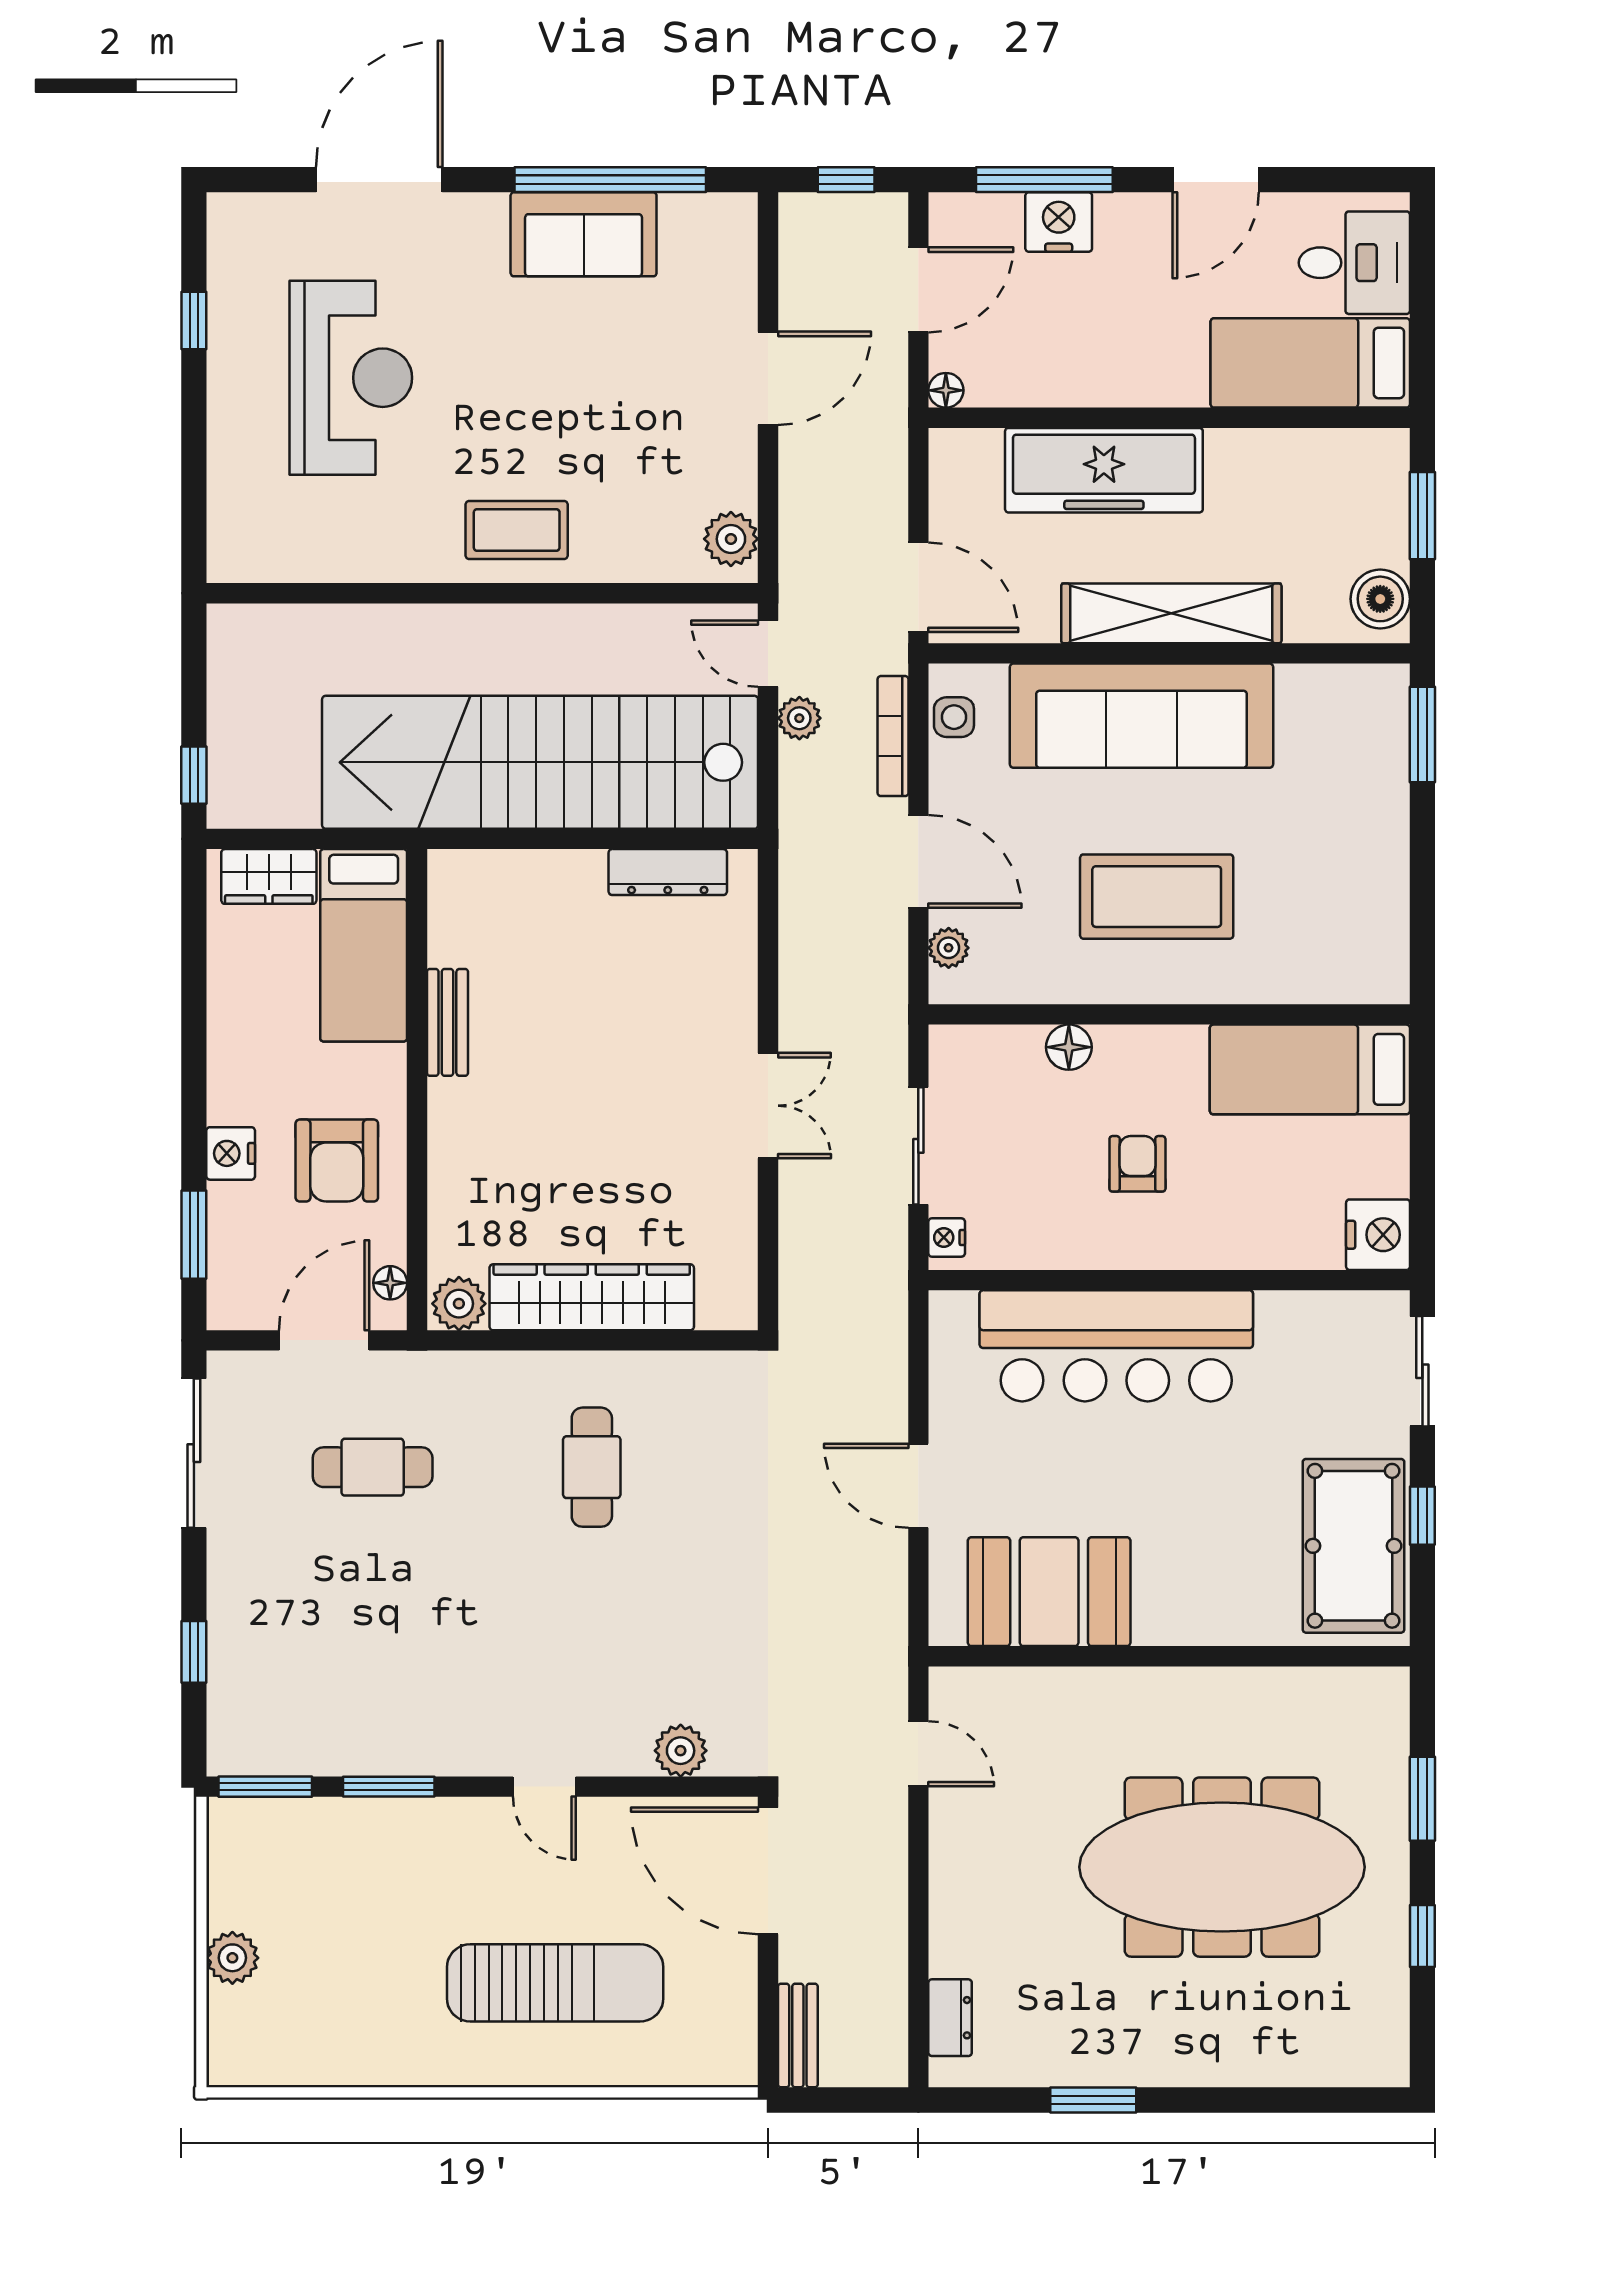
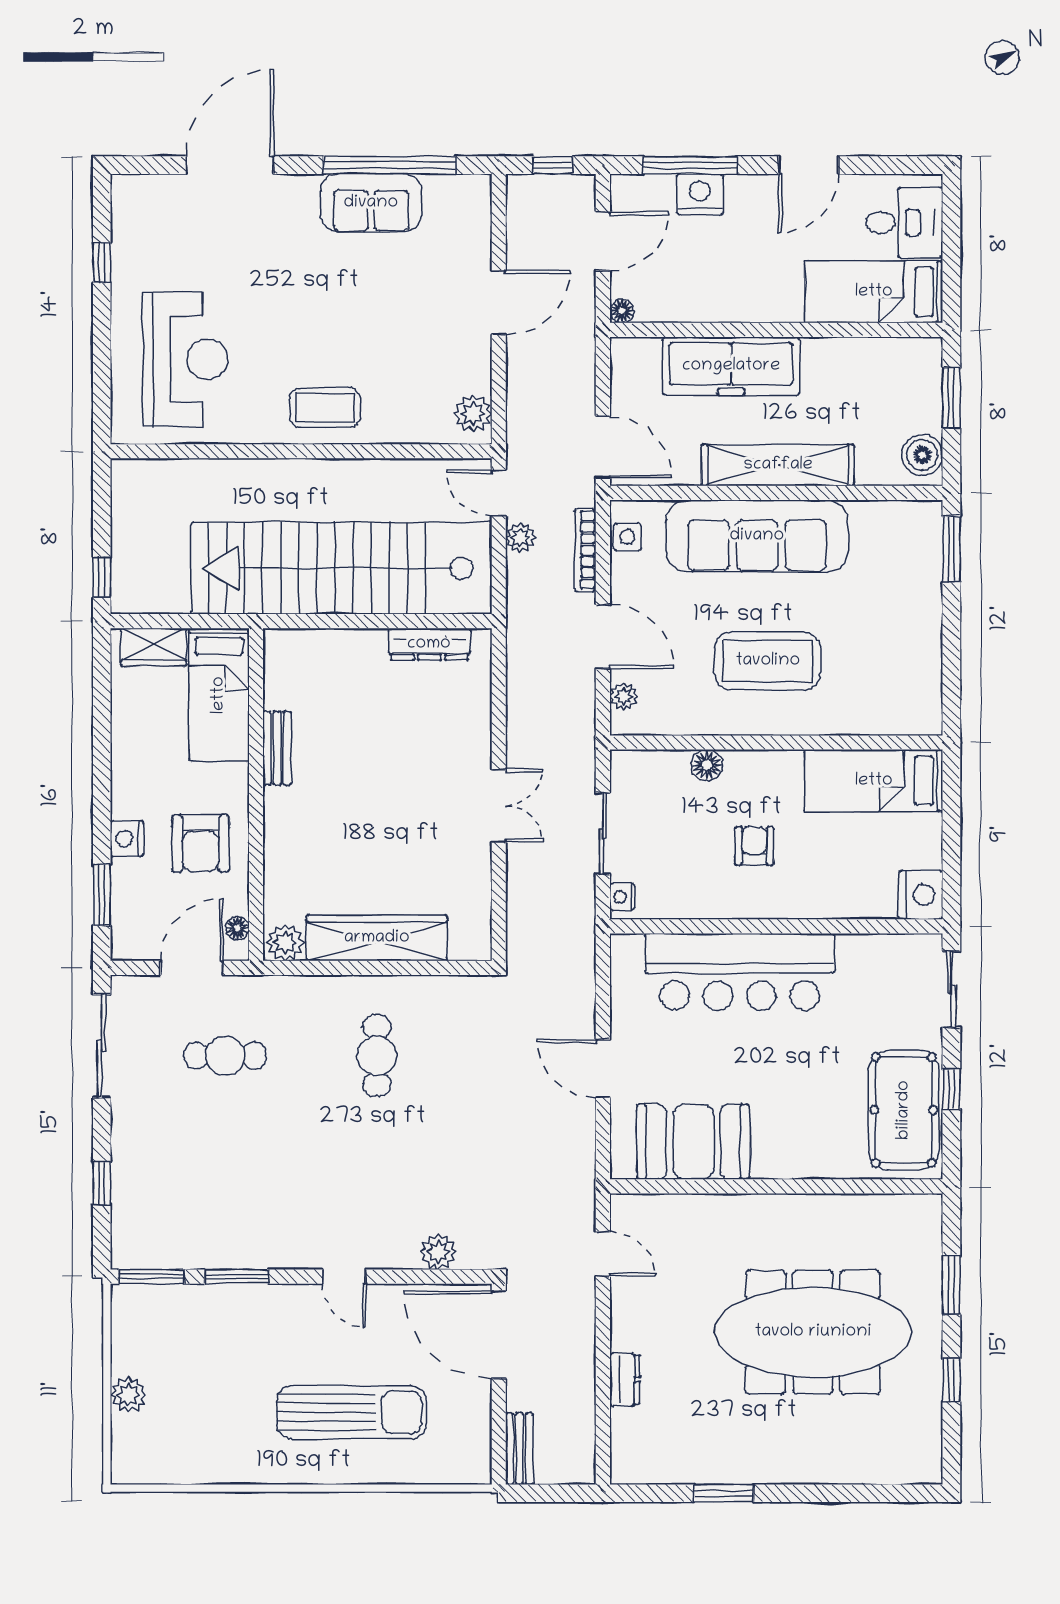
reception desk: (351, 378) -> (185, 359), moved
dresser: (950, 2018) -> (625, 1380), moved

